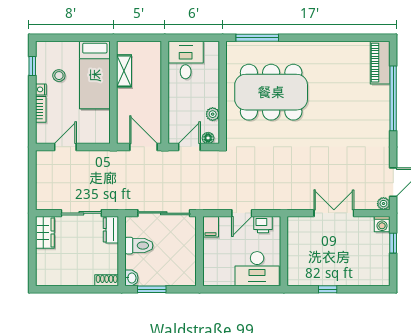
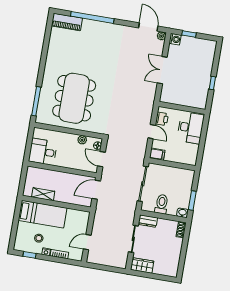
door: (65, 147) -> (87, 242), hinge flipped

